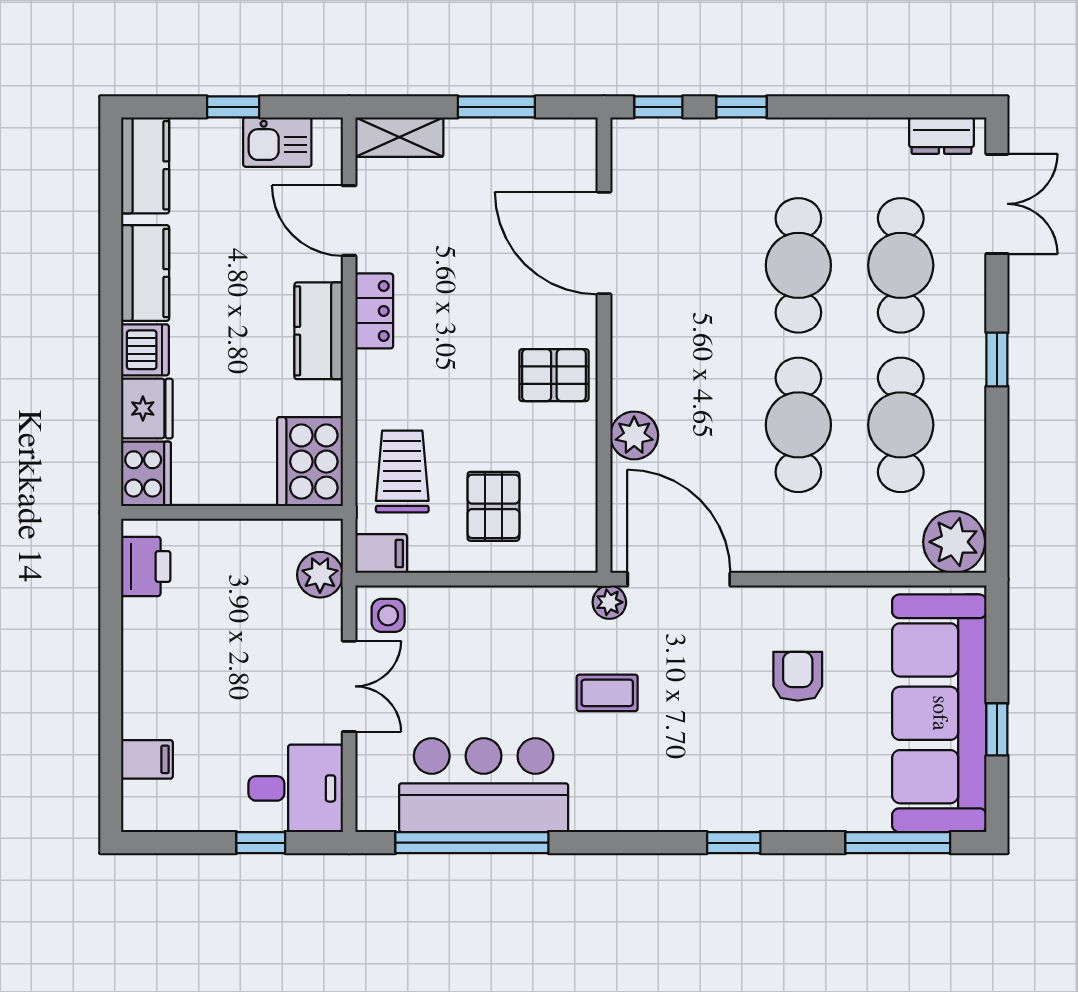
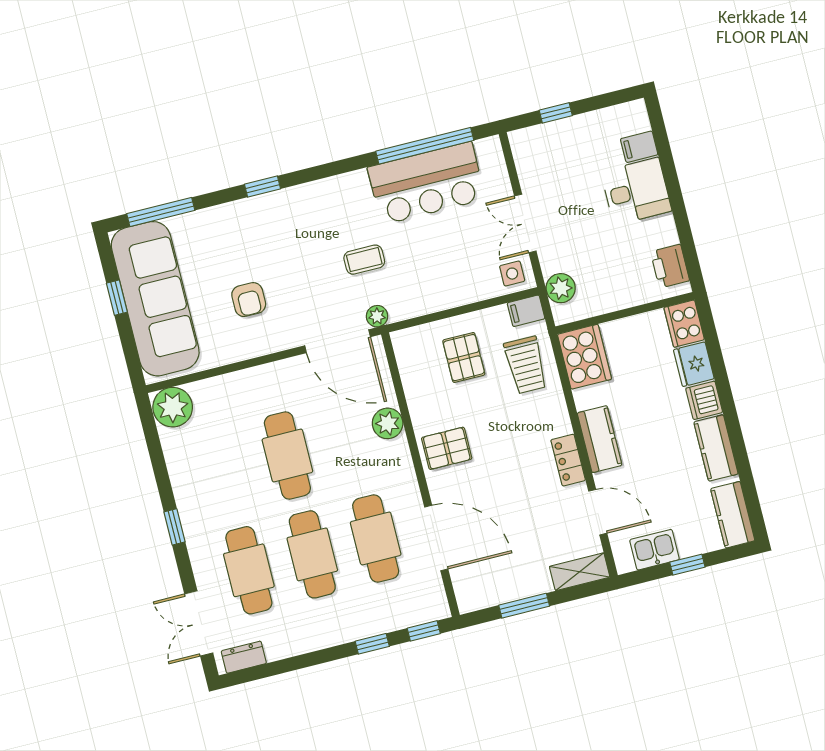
cafe table: (901, 425) -> (376, 538), moved
desk: (296, 788) -> (636, 191), moved, turned 180

